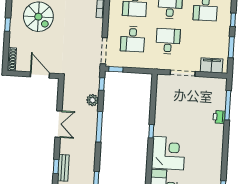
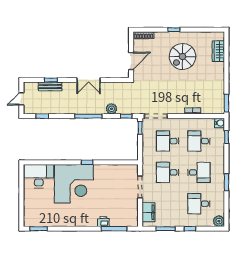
desk: (168, 41) -> (168, 172), turned 180
corner desk: (168, 153) -> (74, 184), width x1.36, depth x1.36

